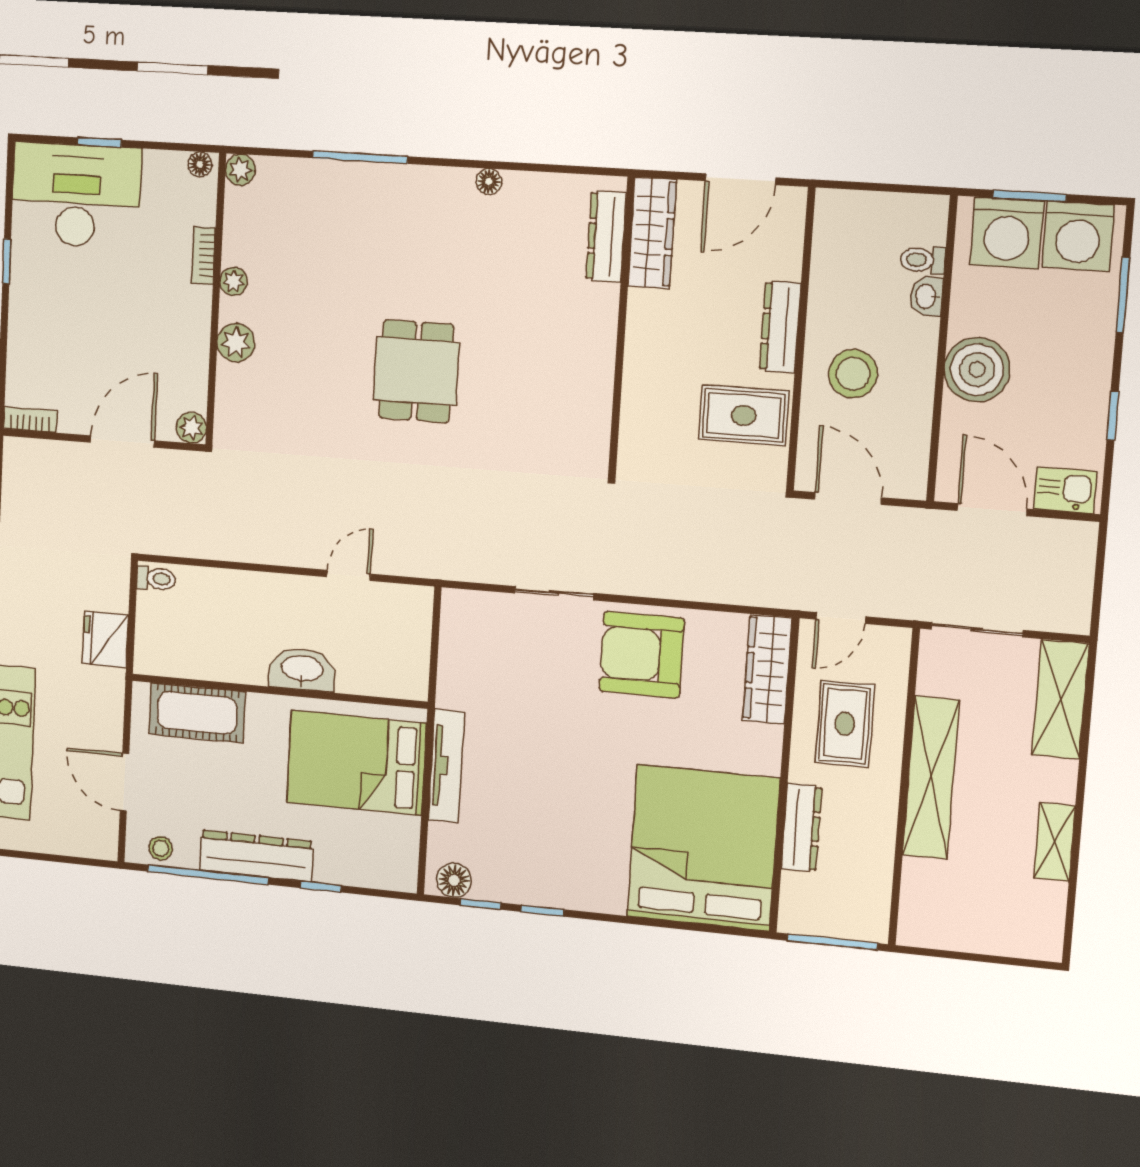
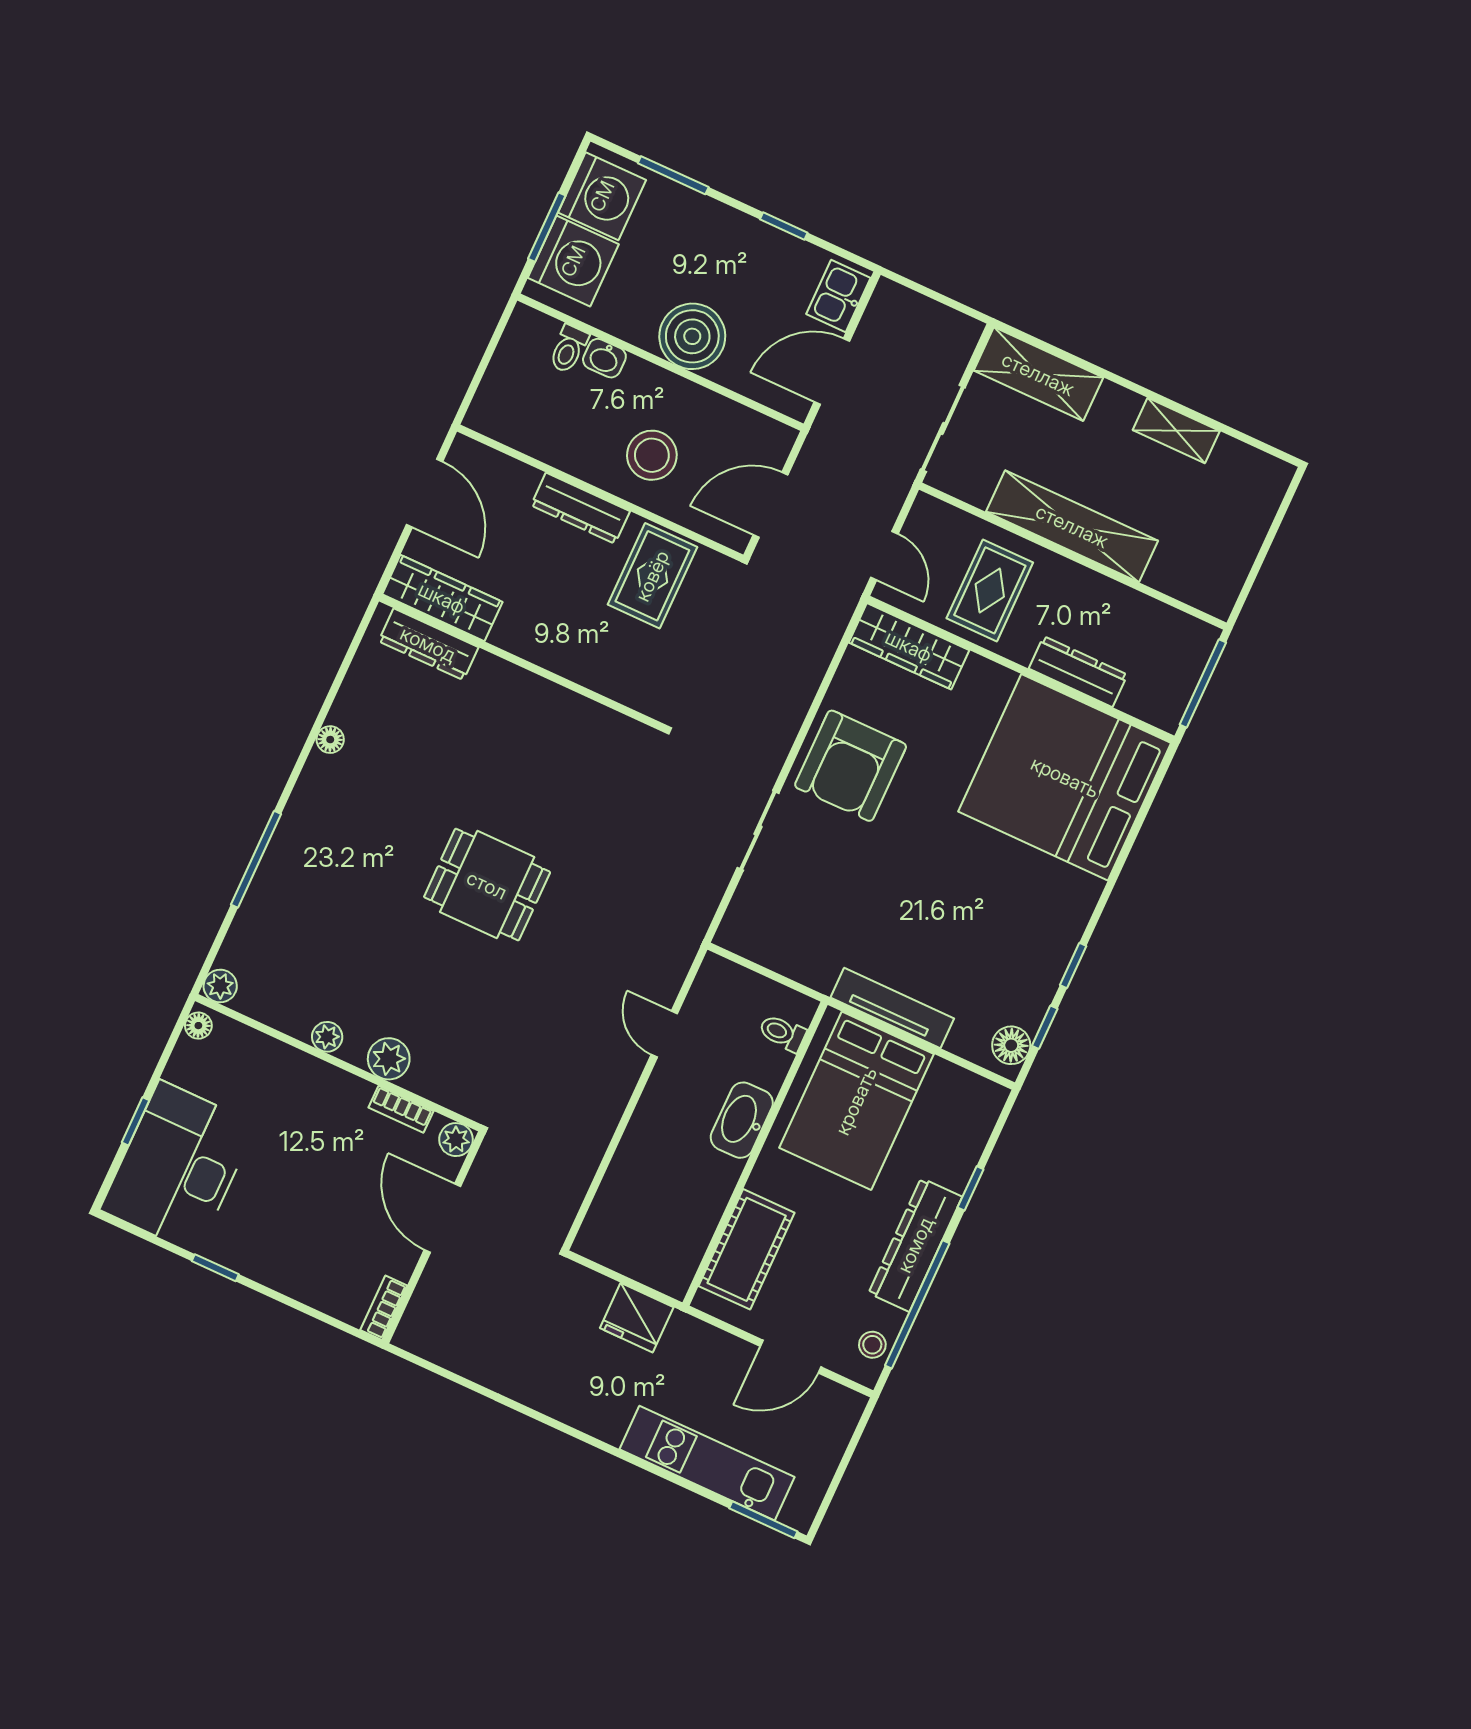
bookcase: (203, 256) -> (401, 1109), moved
toilet: (156, 579) -> (782, 1033), moved, turned -90
rug: (845, 724) -> (990, 590), turned 90

